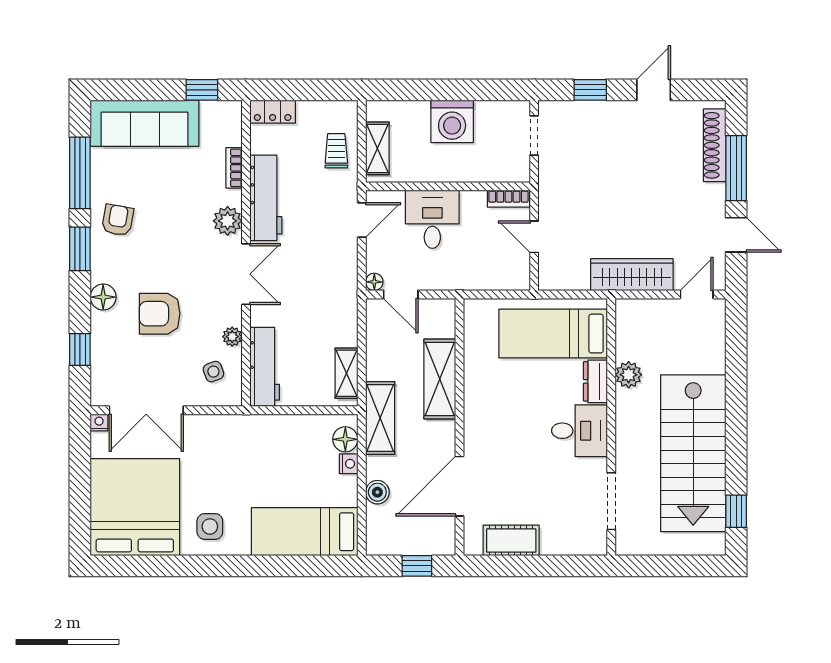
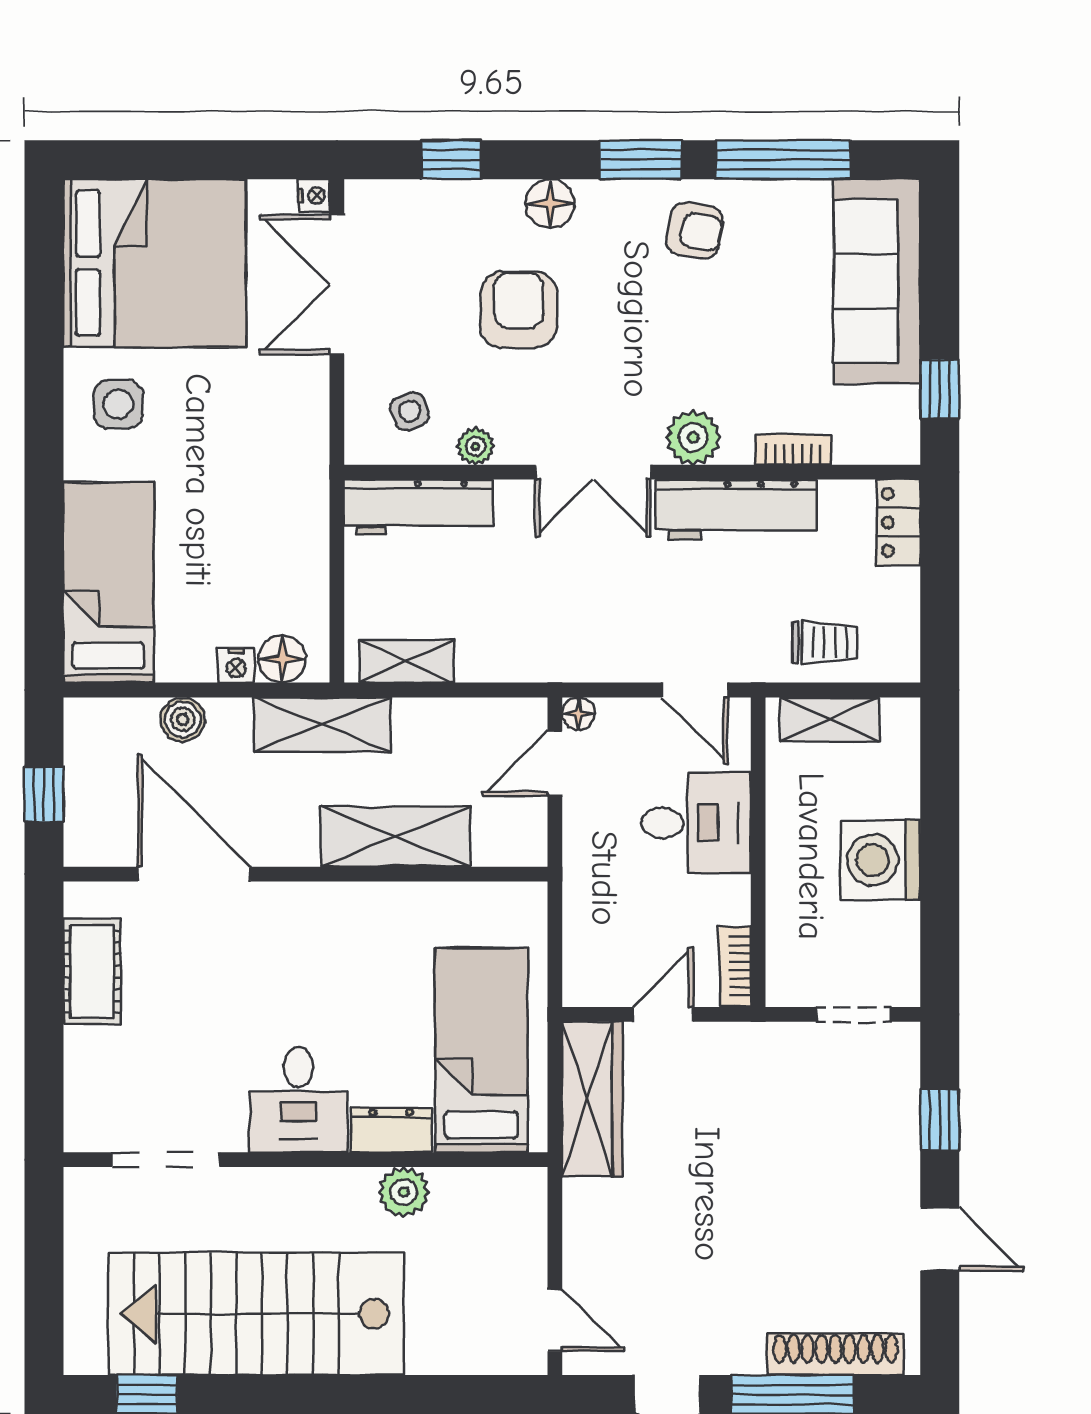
wardrobe: (632, 275) -> (592, 1099), moved

